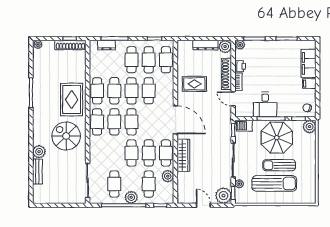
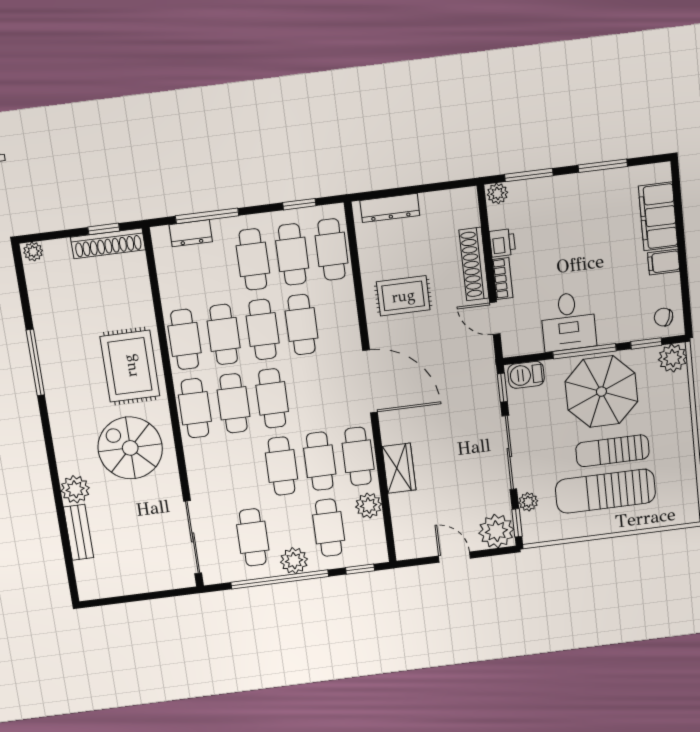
dresser: (205, 45) -> (390, 208), moved
plant: (225, 47) -> (464, 202), removed
wardrobe: (183, 155) -> (399, 468), width x0.67
sun lounger: (274, 183) -> (605, 491), turned 180

